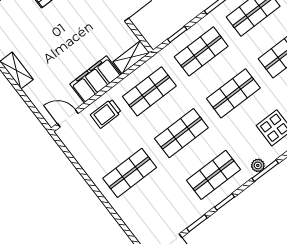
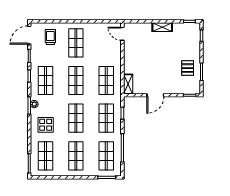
filing cabinet: (95, 79) -> (131, 60), removed
trolley: (106, 114) -> (50, 37), moved
door: (68, 118) -> (122, 34), swing flipped

